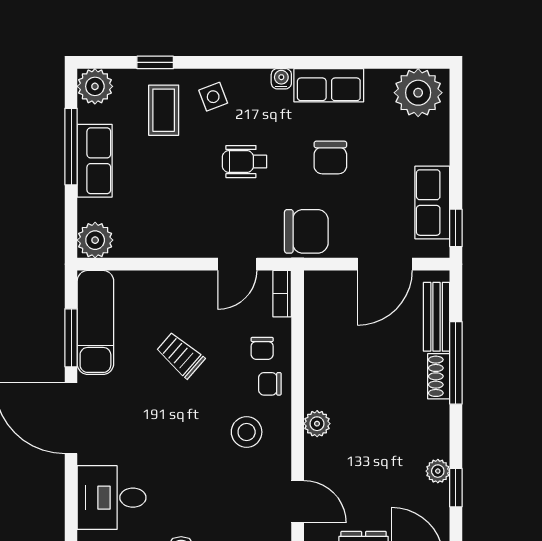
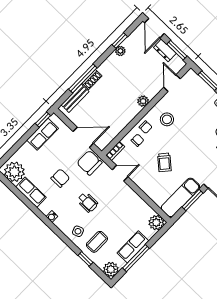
row of seats: (329, 85) -> (31, 192), moved
door: (385, 264) -> (83, 137), moved

